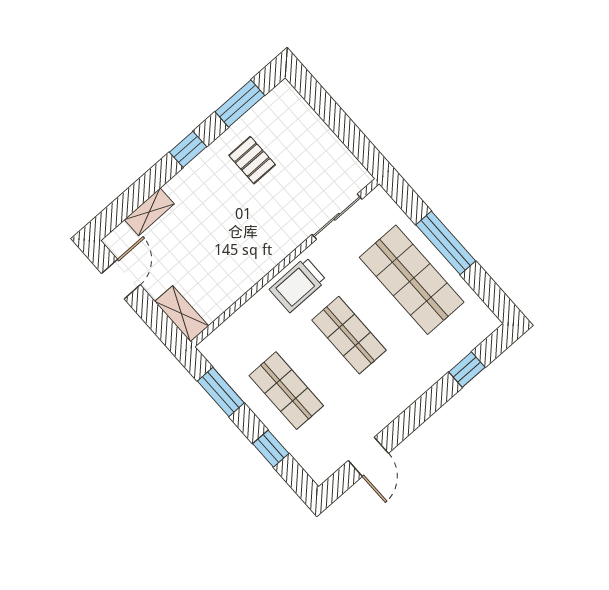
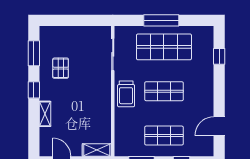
pallet: (252, 160) -> (61, 68), turned 90
shelving: (149, 212) -> (45, 114), moved
door: (368, 457) -> (219, 126), swing flipped

